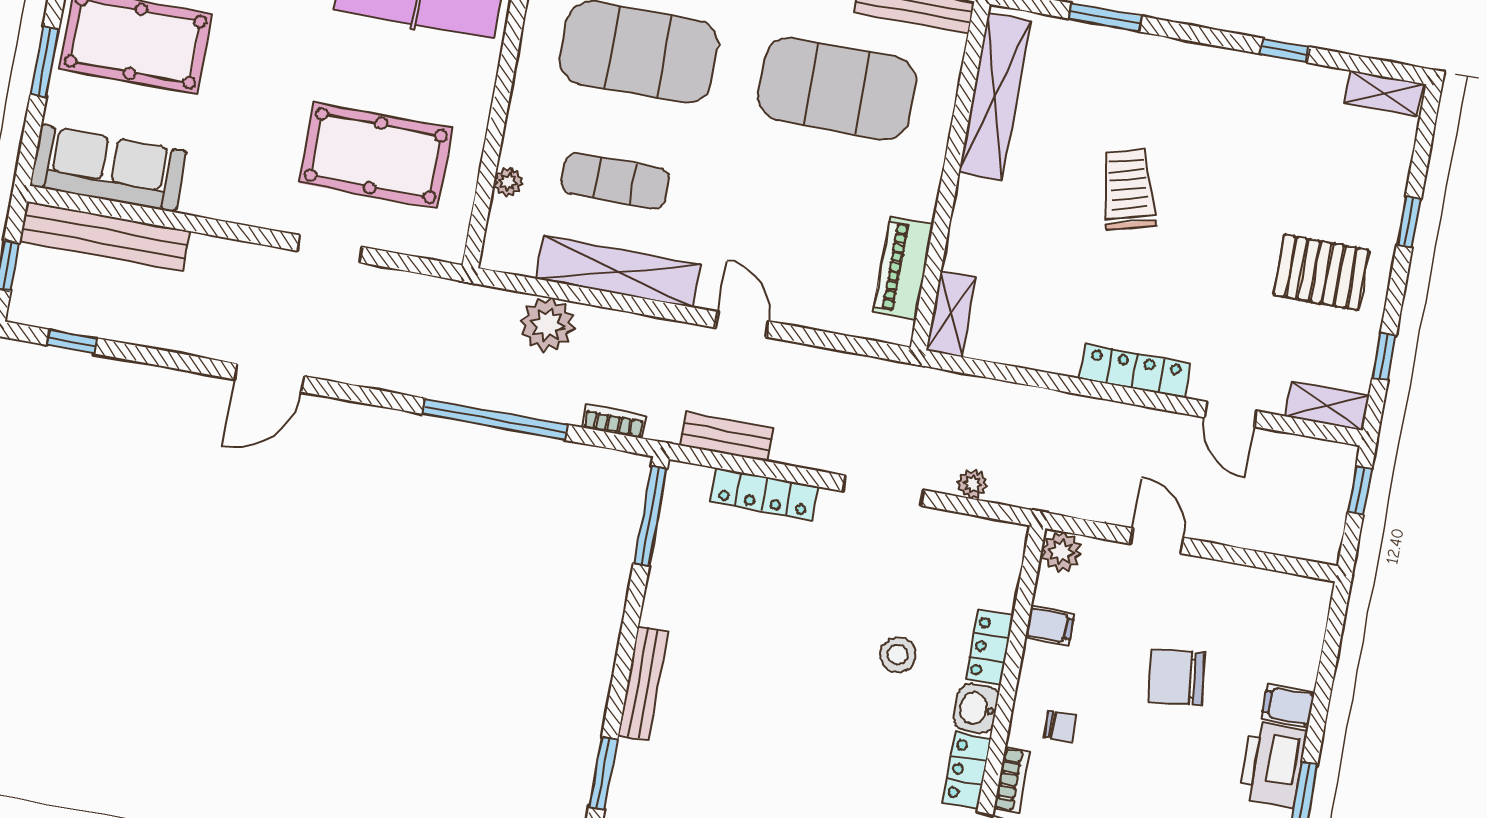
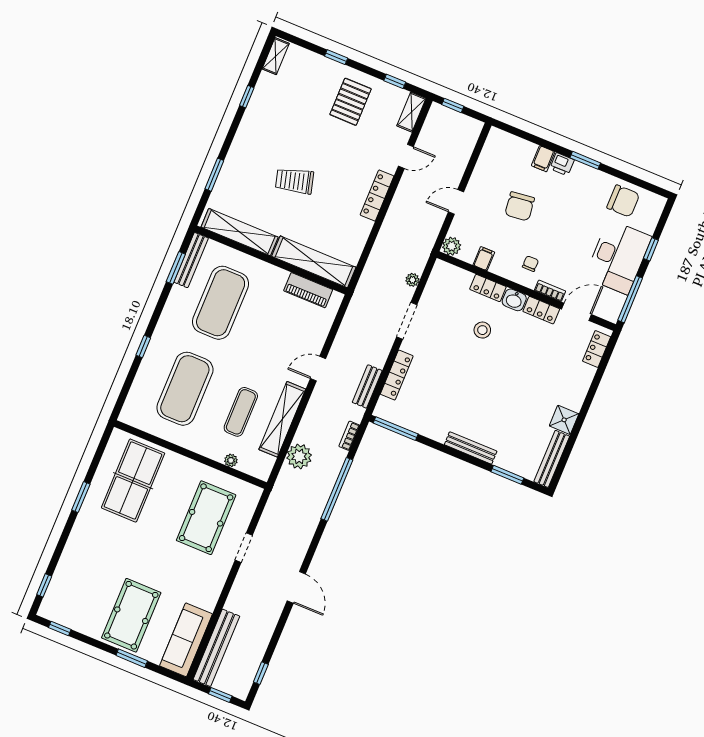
shelving: (951, 314) -> (314, 262), width x2.20, depth x1.33
printer: (1272, 765) -> (562, 164), width x0.53, depth x0.68

